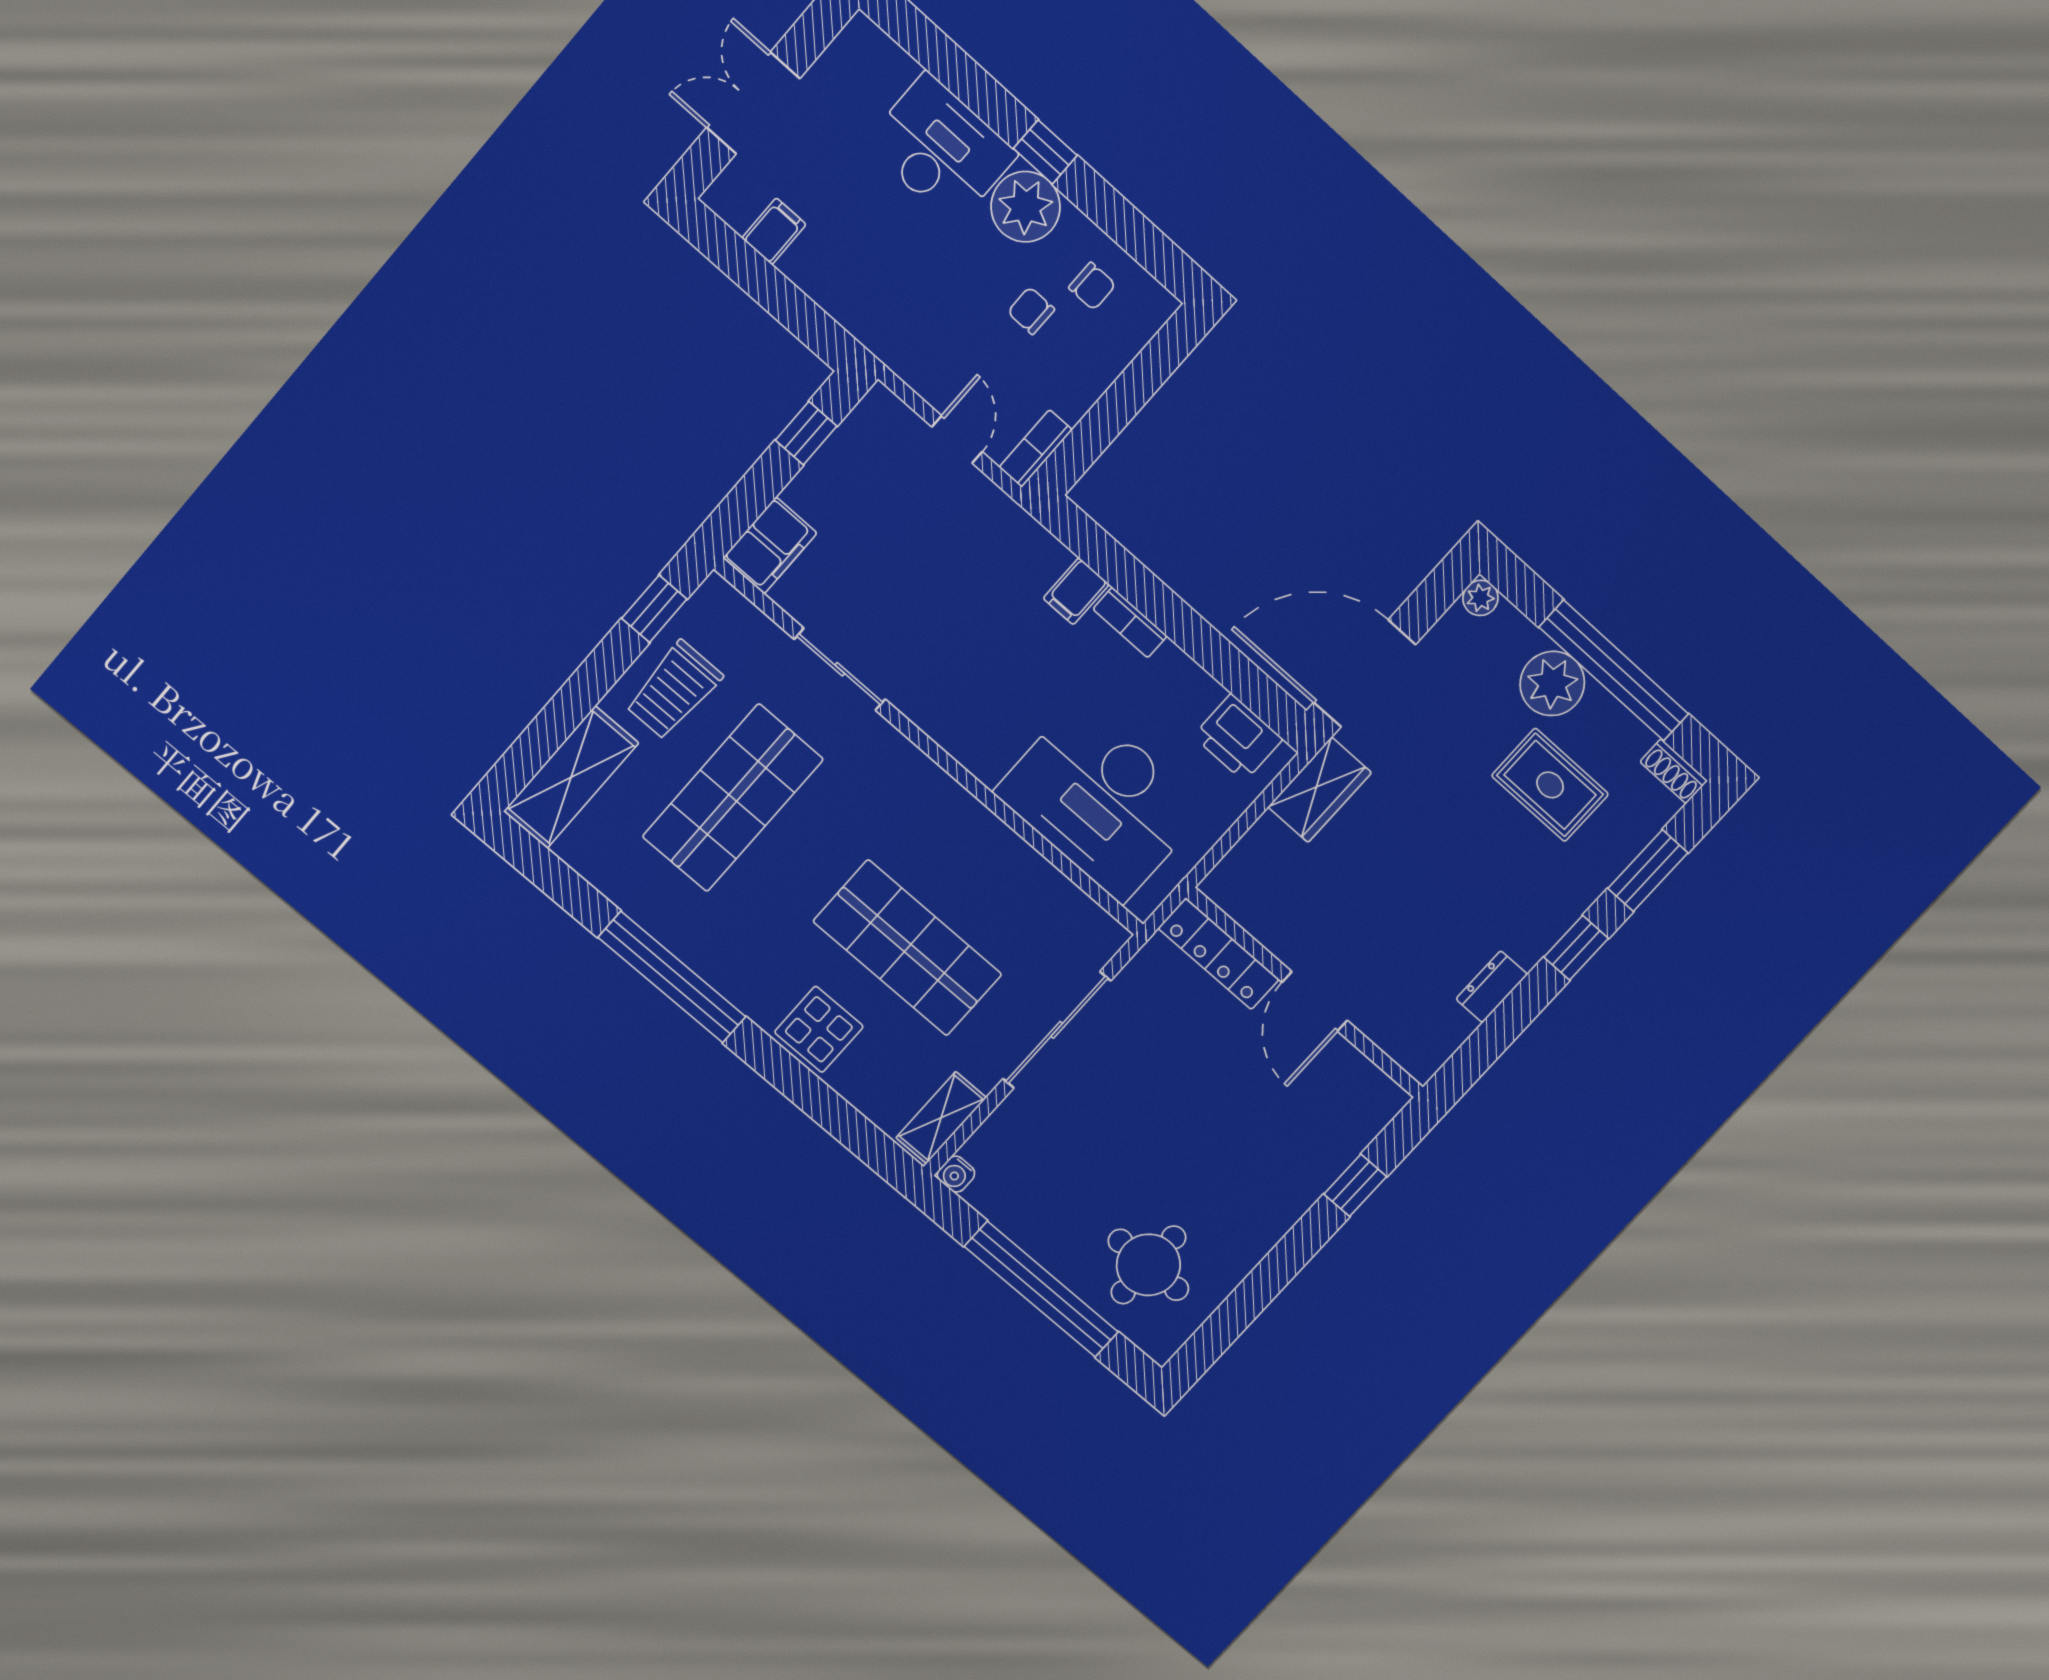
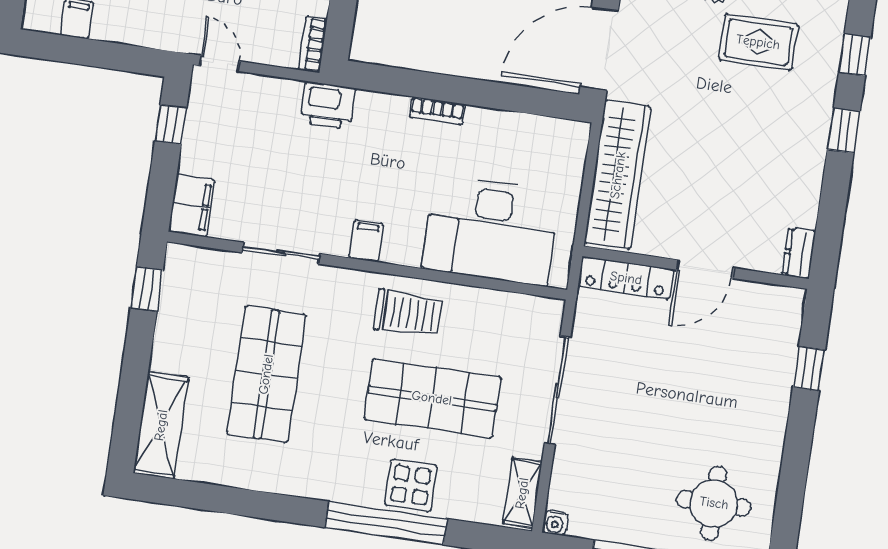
door: (957, 439) -> (220, 63), moved
filing cabinet: (1076, 591) -> (366, 241), moved, turned 180
trolley: (674, 690) -> (408, 313), moved, turned -90
printer: (1238, 738) -> (328, 105), moved
wardrobe: (1320, 790) -> (618, 175), width x2.10, depth x1.17
window: (1648, 871) -> (855, 55), width x0.67
window: (672, 977) -> (386, 523), moved
dresser: (1492, 987) -> (799, 253), moved
door: (1315, 1001) -> (705, 269), hinge flipped

